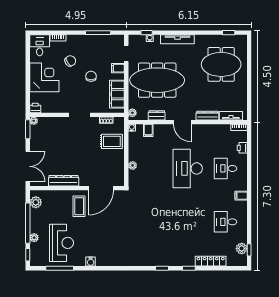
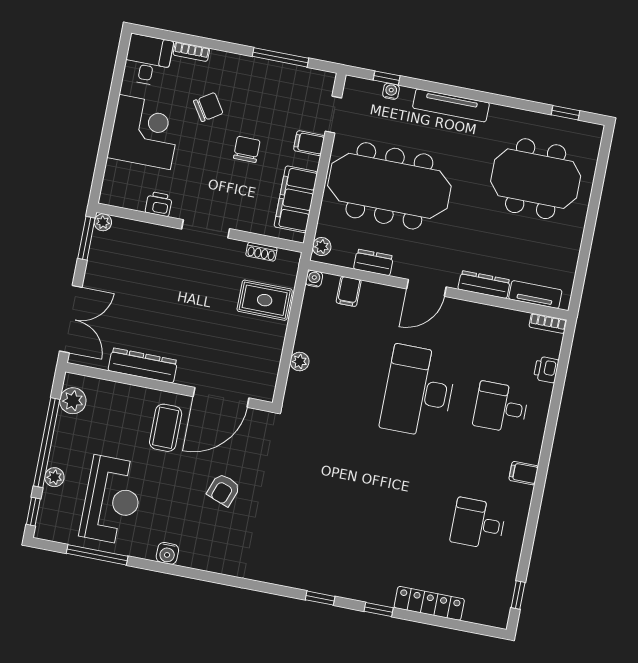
printer: (35, 108) -> (159, 204), moved
door: (182, 122) -> (426, 288), hinge flipped
armchair: (110, 229) -> (224, 490), added
plant: (242, 248) -> (502, 589), removed

